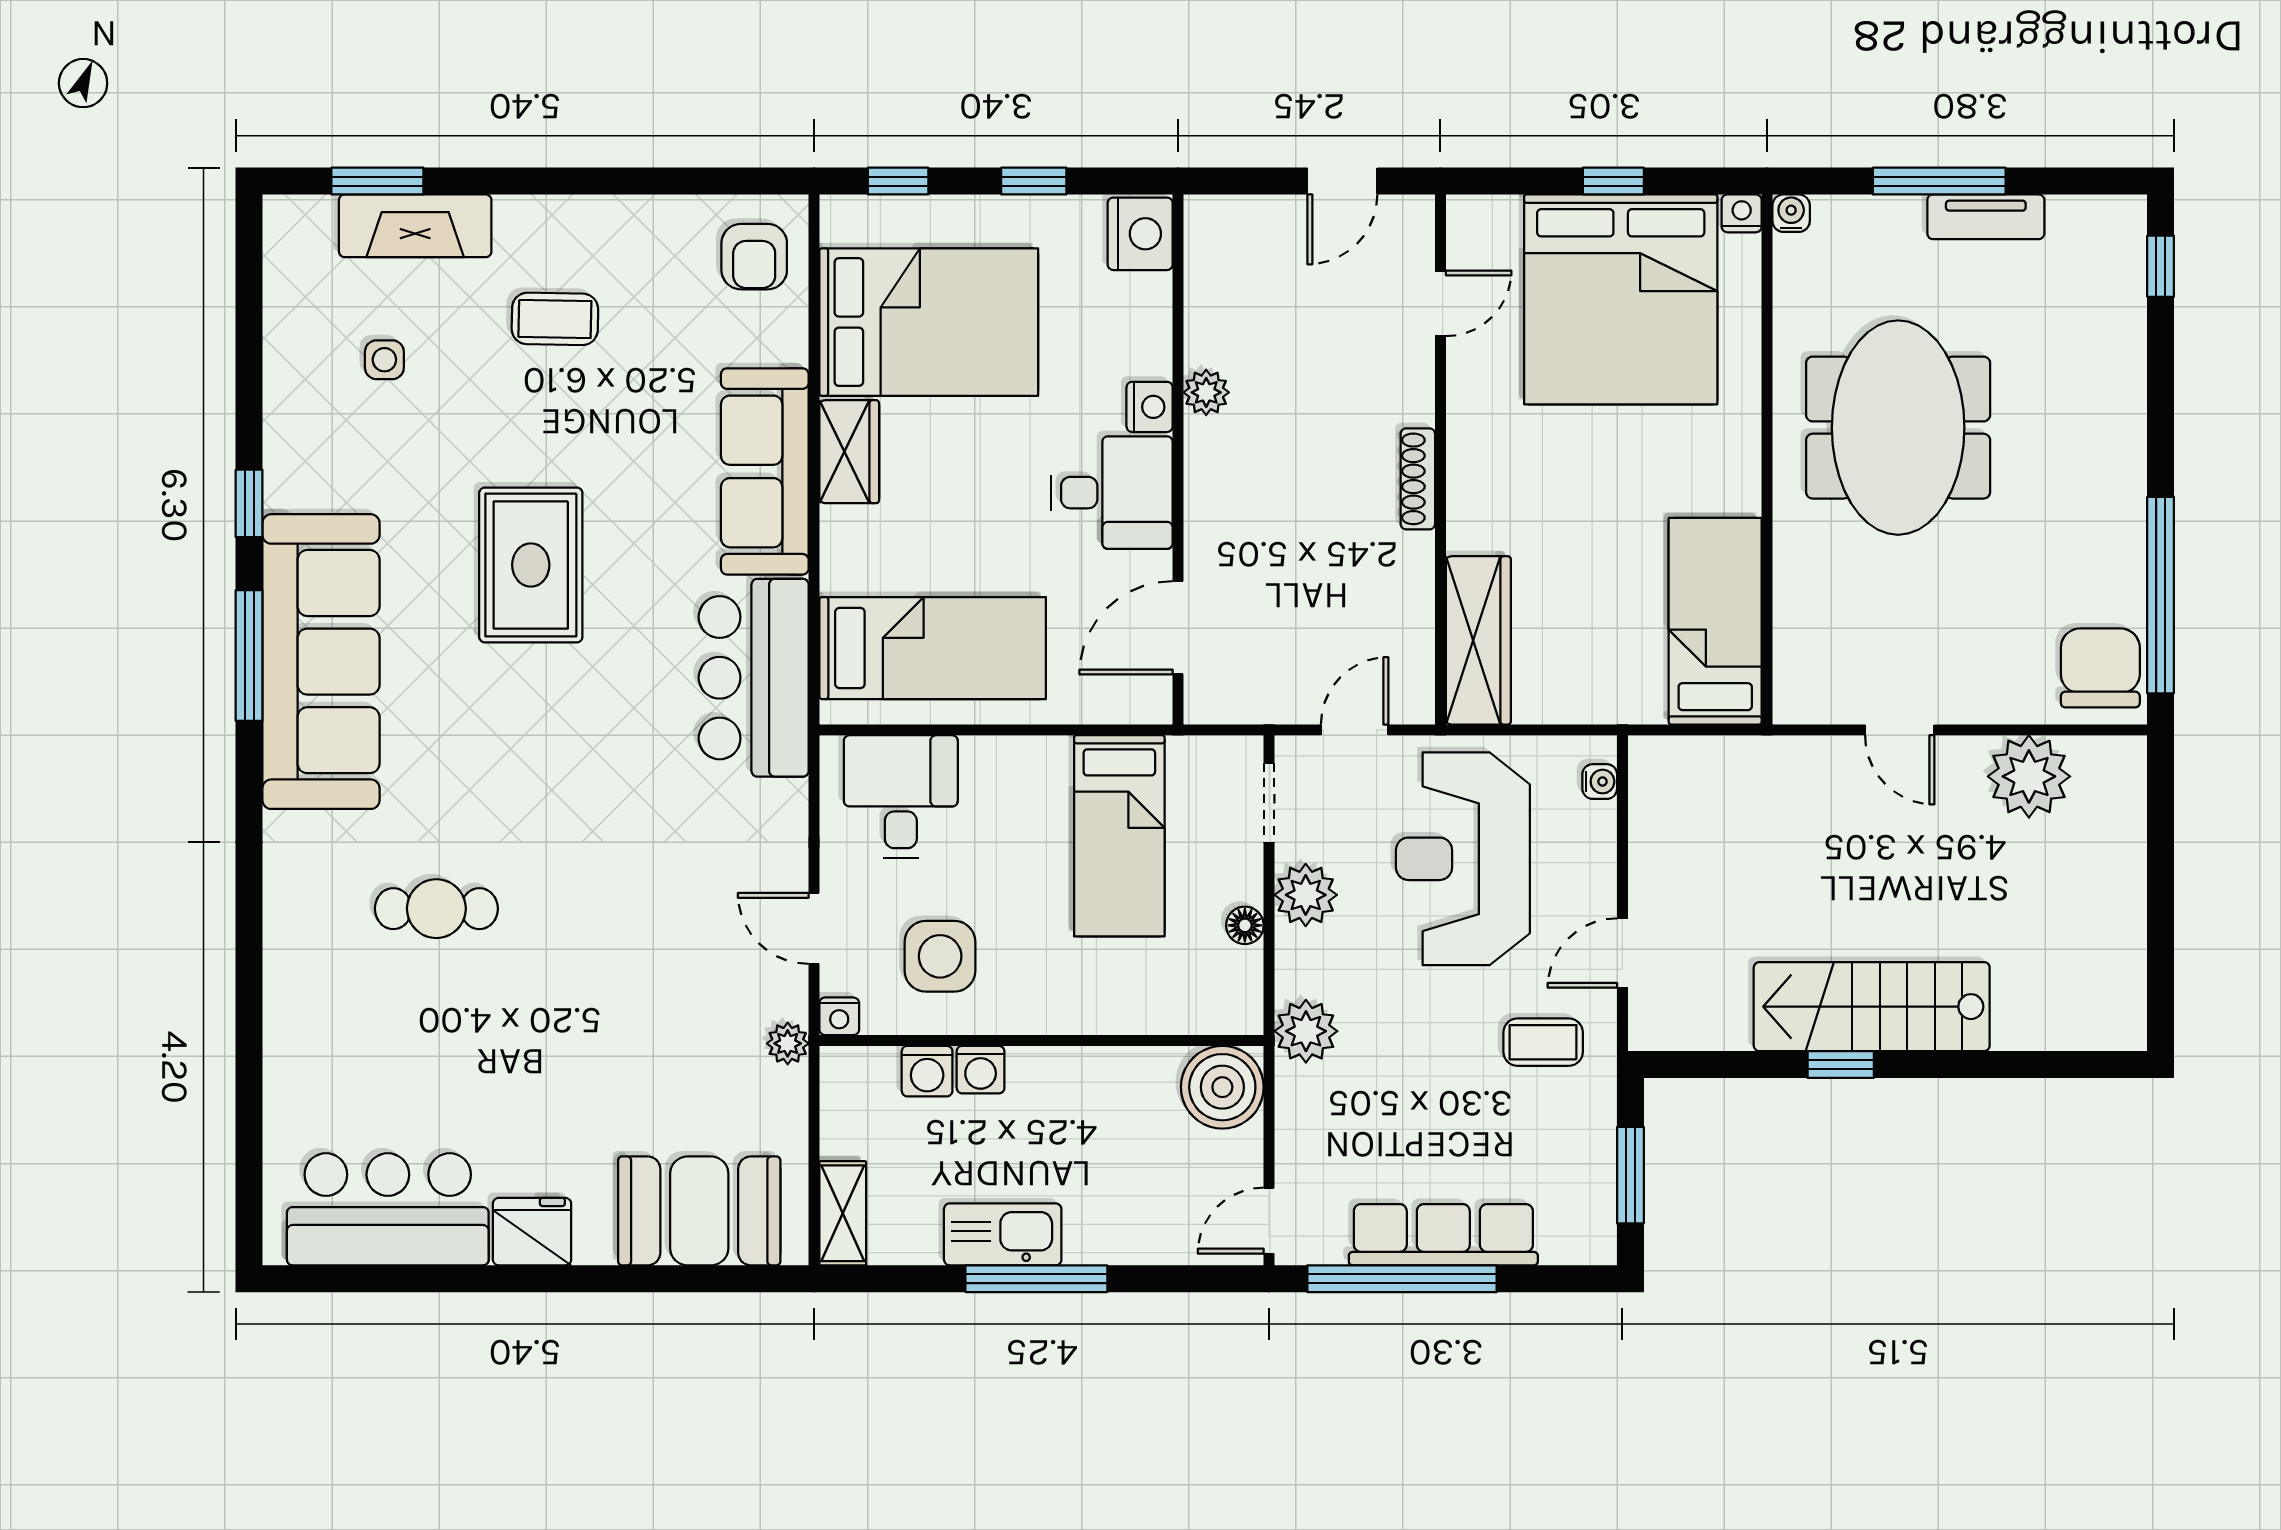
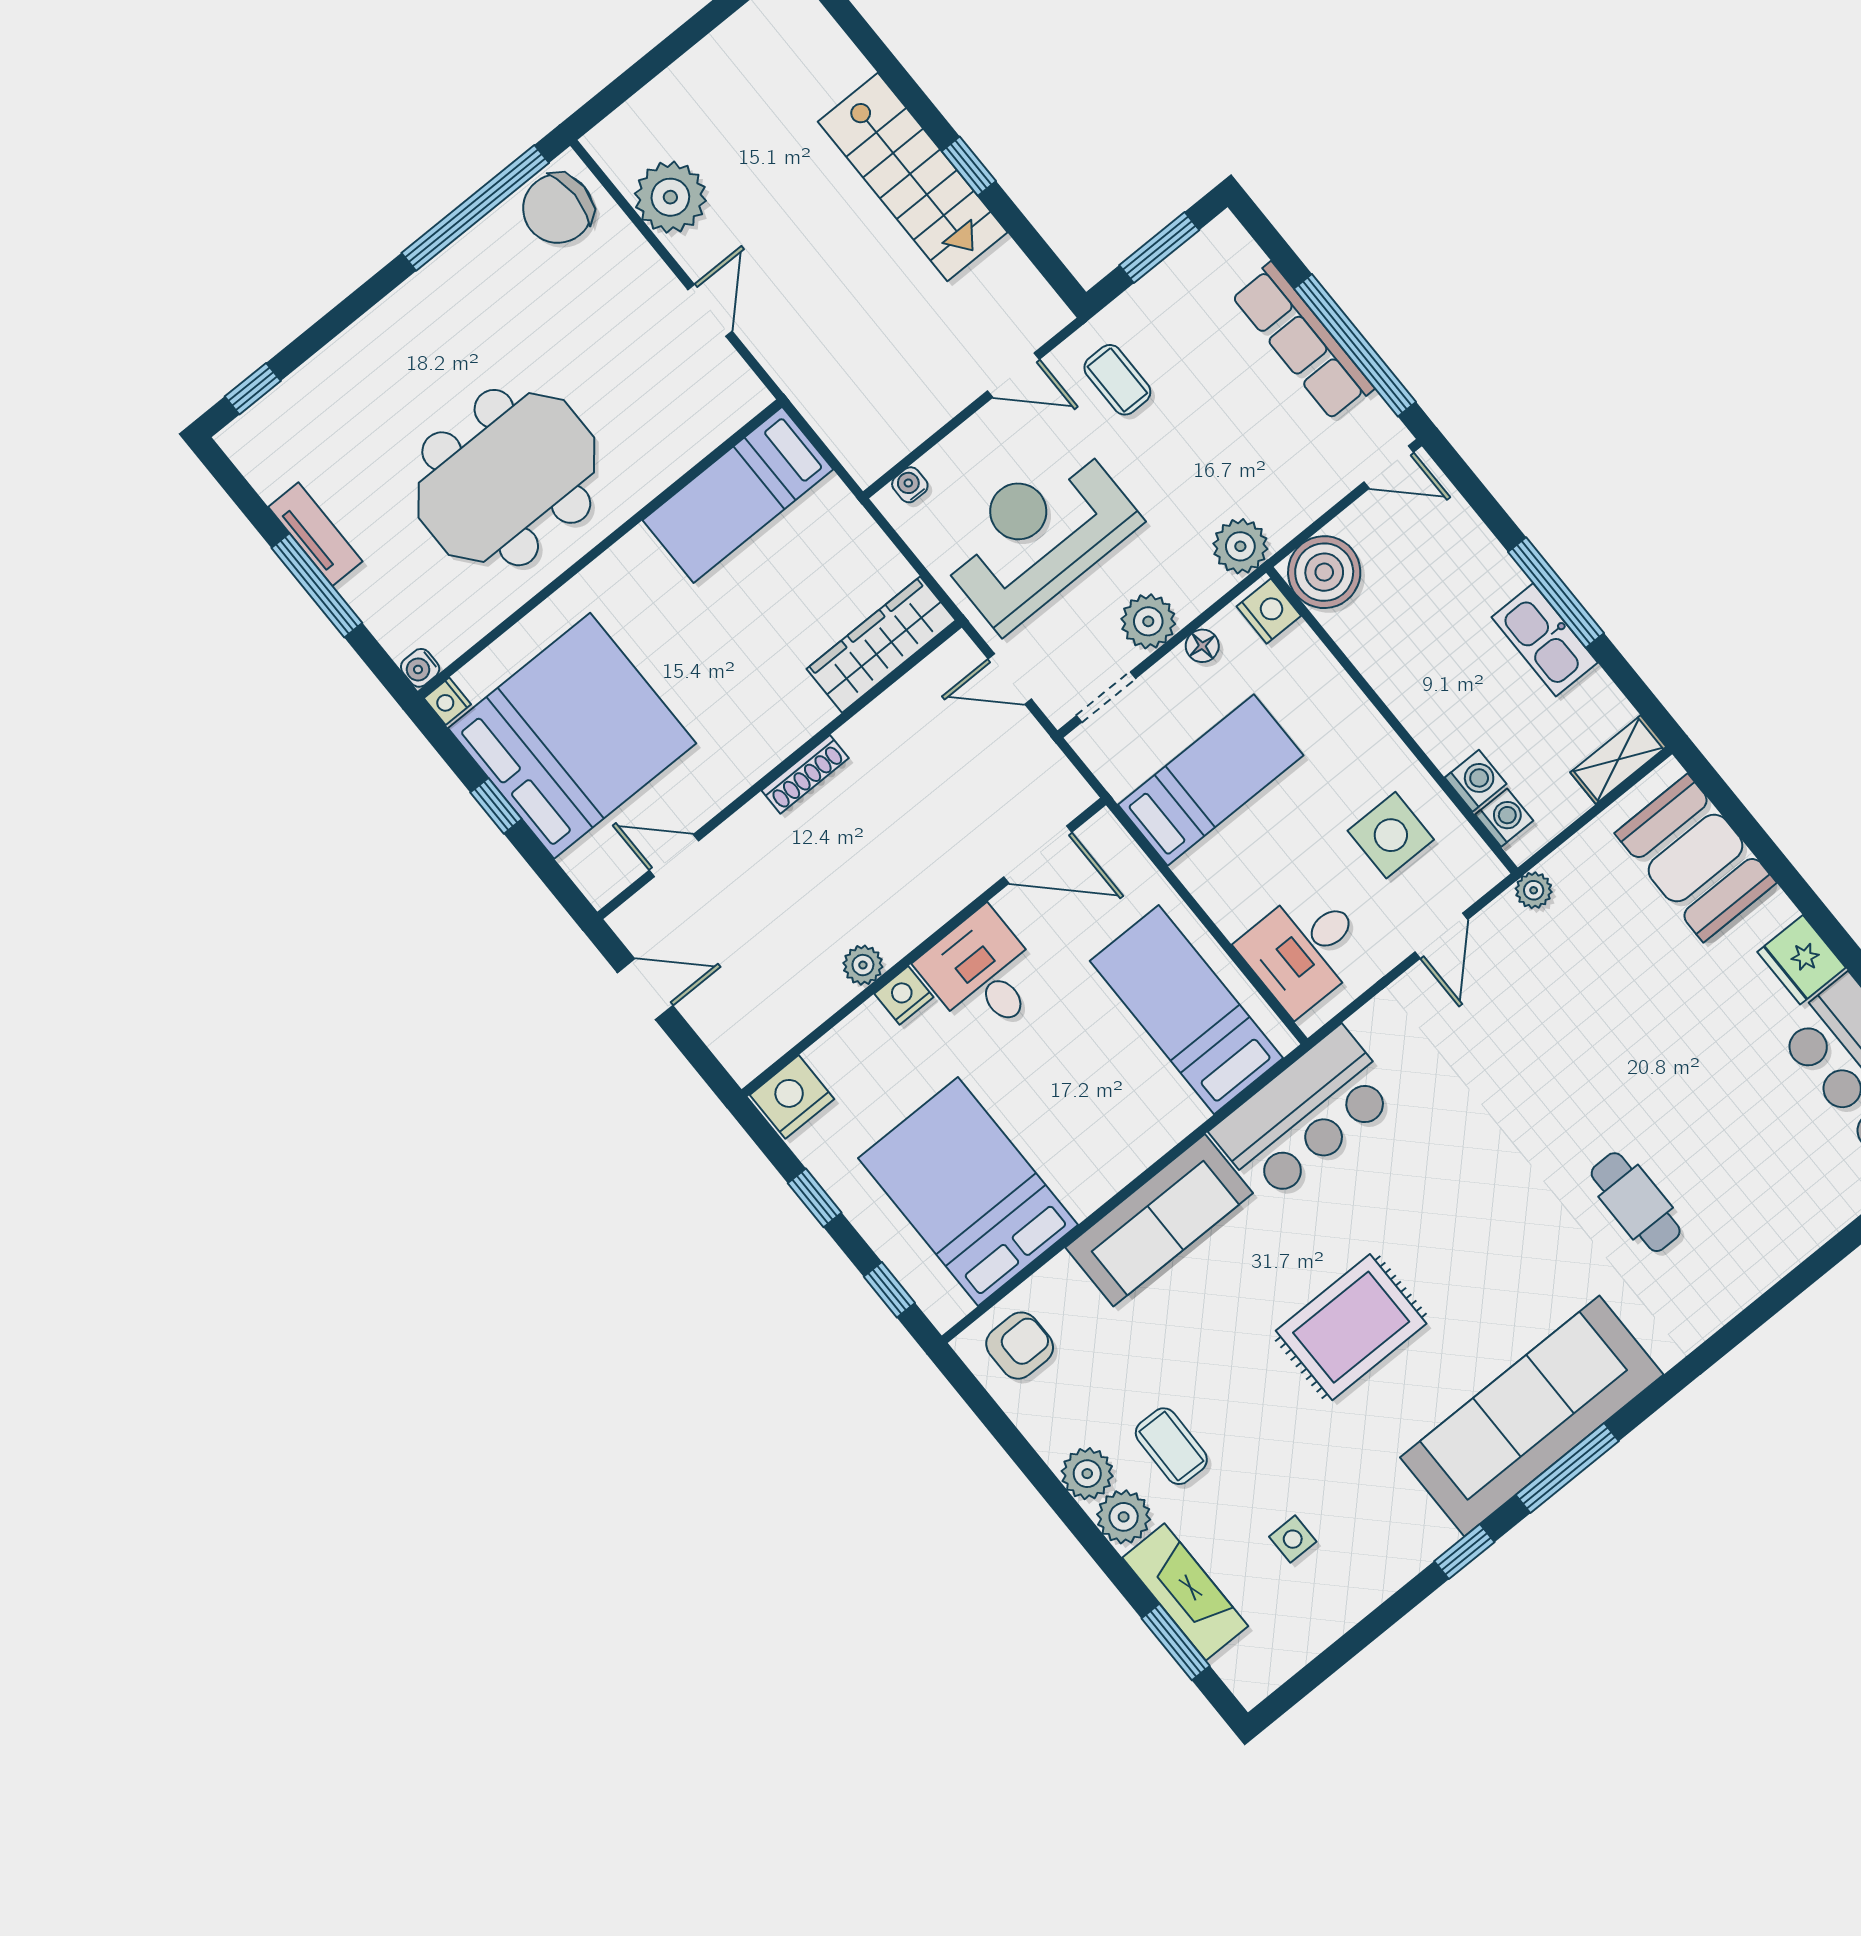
plant: (591, 224) -> (1087, 1474), added
plant: (527, 225) -> (1124, 1517), added
wardrobe: (849, 452) -> (1099, 1174), removed
reception desk: (1463, 859) -> (1037, 535), turned 180
nightstand: (839, 1016) -> (1269, 611), moved, width x1.39, depth x1.35
washing machine: (981, 1070) -> (1504, 818), moved

